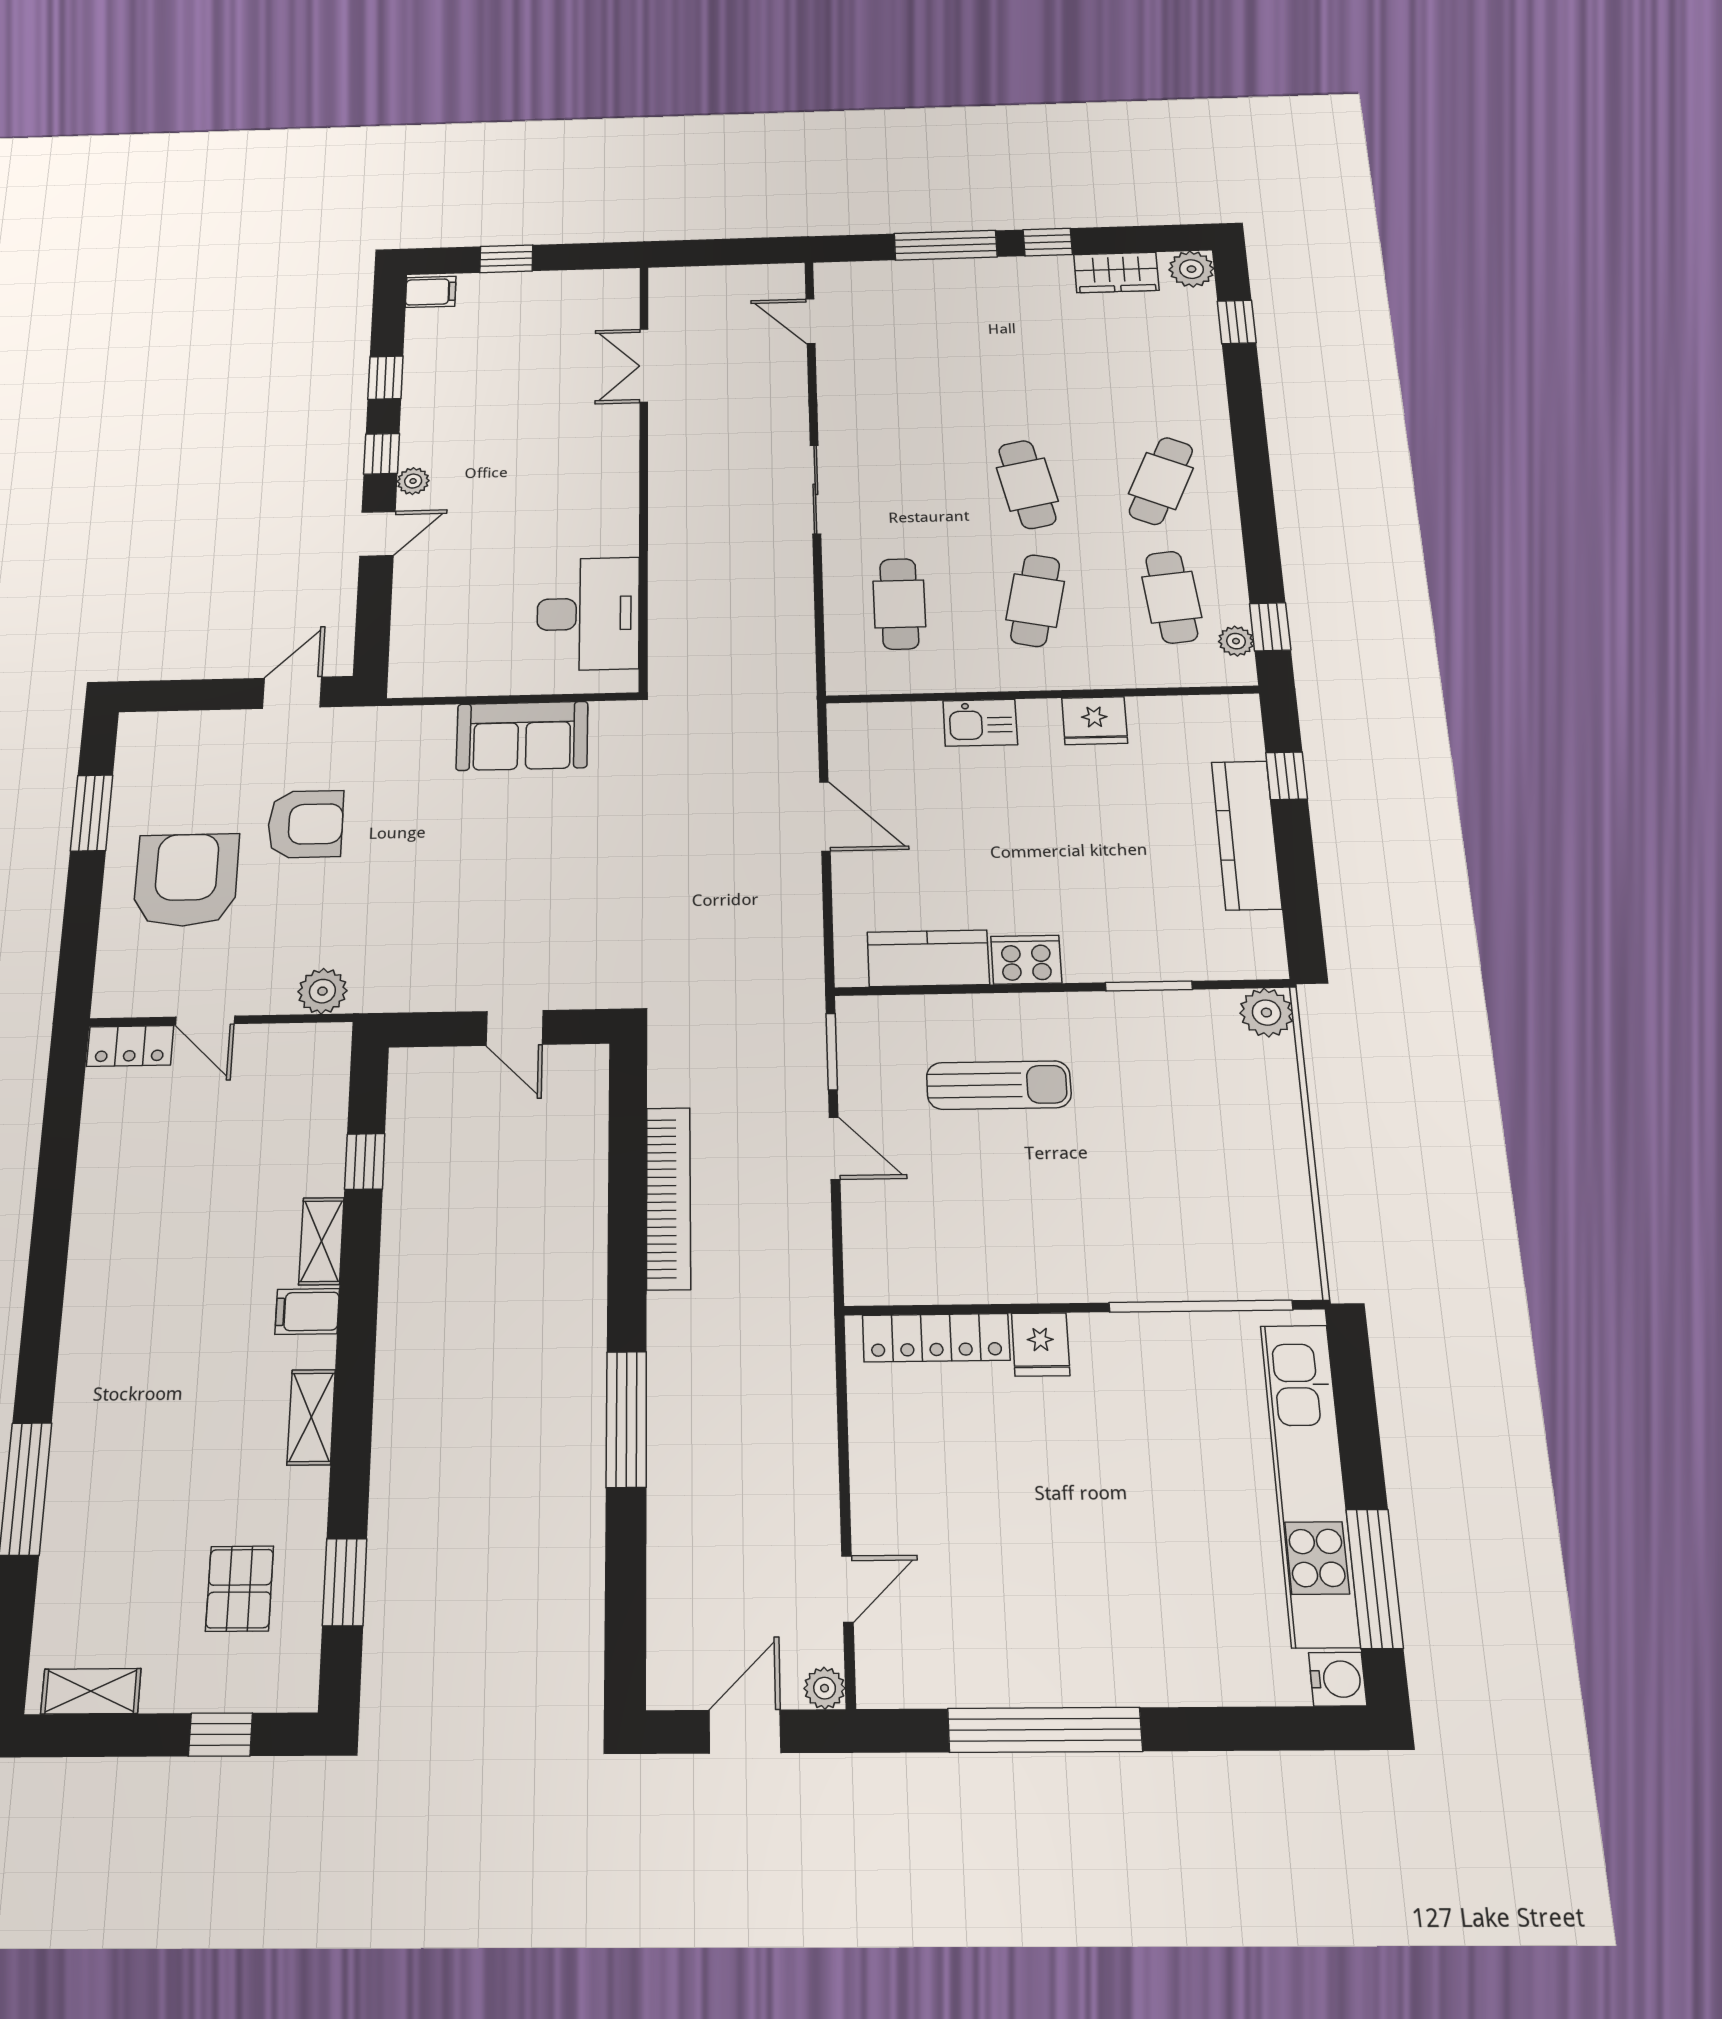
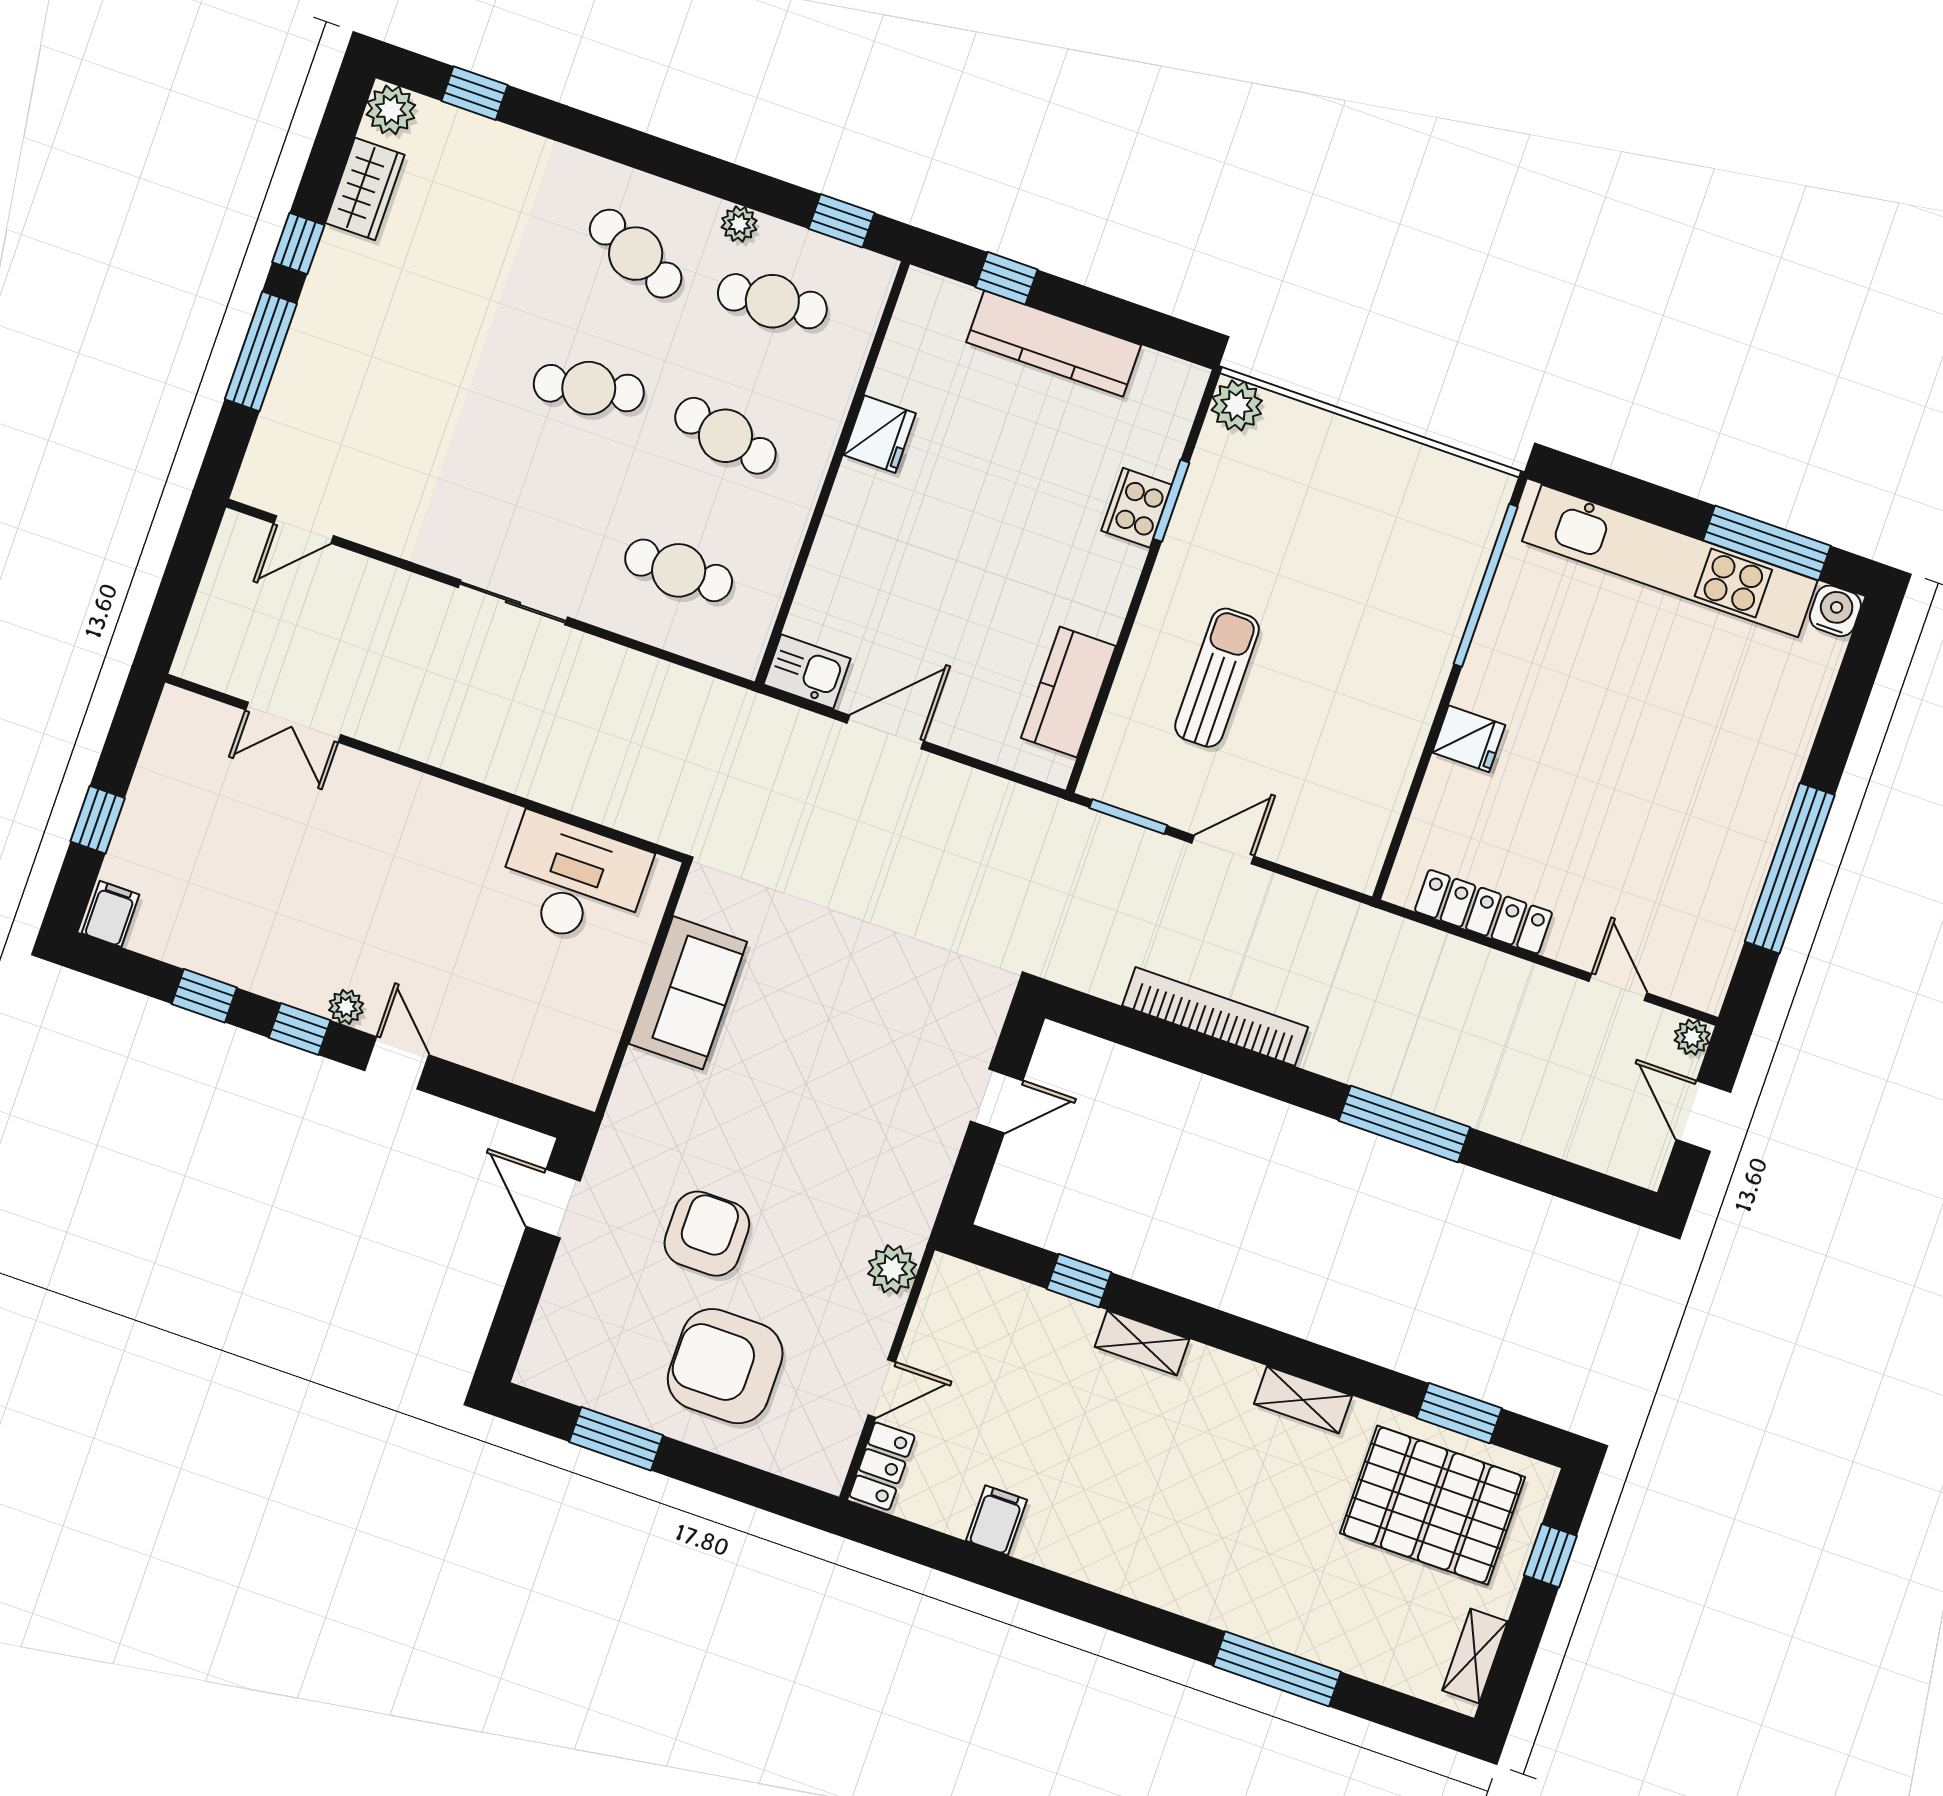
plant: (1236, 641) -> (739, 224), moved
kitchen sink: (980, 723) -> (807, 672), moved, turned -90
cooker: (1026, 960) -> (1136, 508), moved
filing cabinet: (307, 1311) -> (996, 1520), moved, turned 180
locker: (936, 1338) -> (1483, 912), moved, turned -90
pallet: (240, 1589) -> (1433, 1505), width x2.05, depth x2.00

